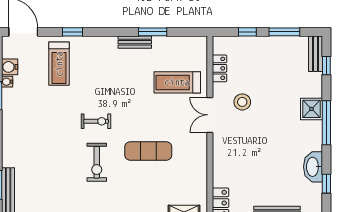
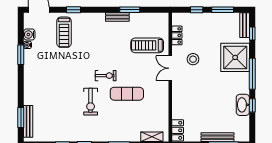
shower: (311, 109) -> (235, 57), width x1.86, depth x1.86
exercise bike: (96, 121) -> (106, 76), moved
window: (326, 184) -> (252, 105), moved

